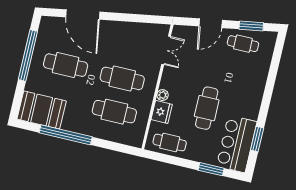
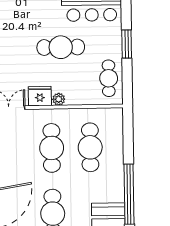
fridge: (162, 112) -> (40, 96), moved
window: (211, 169) -> (127, 44), moved

